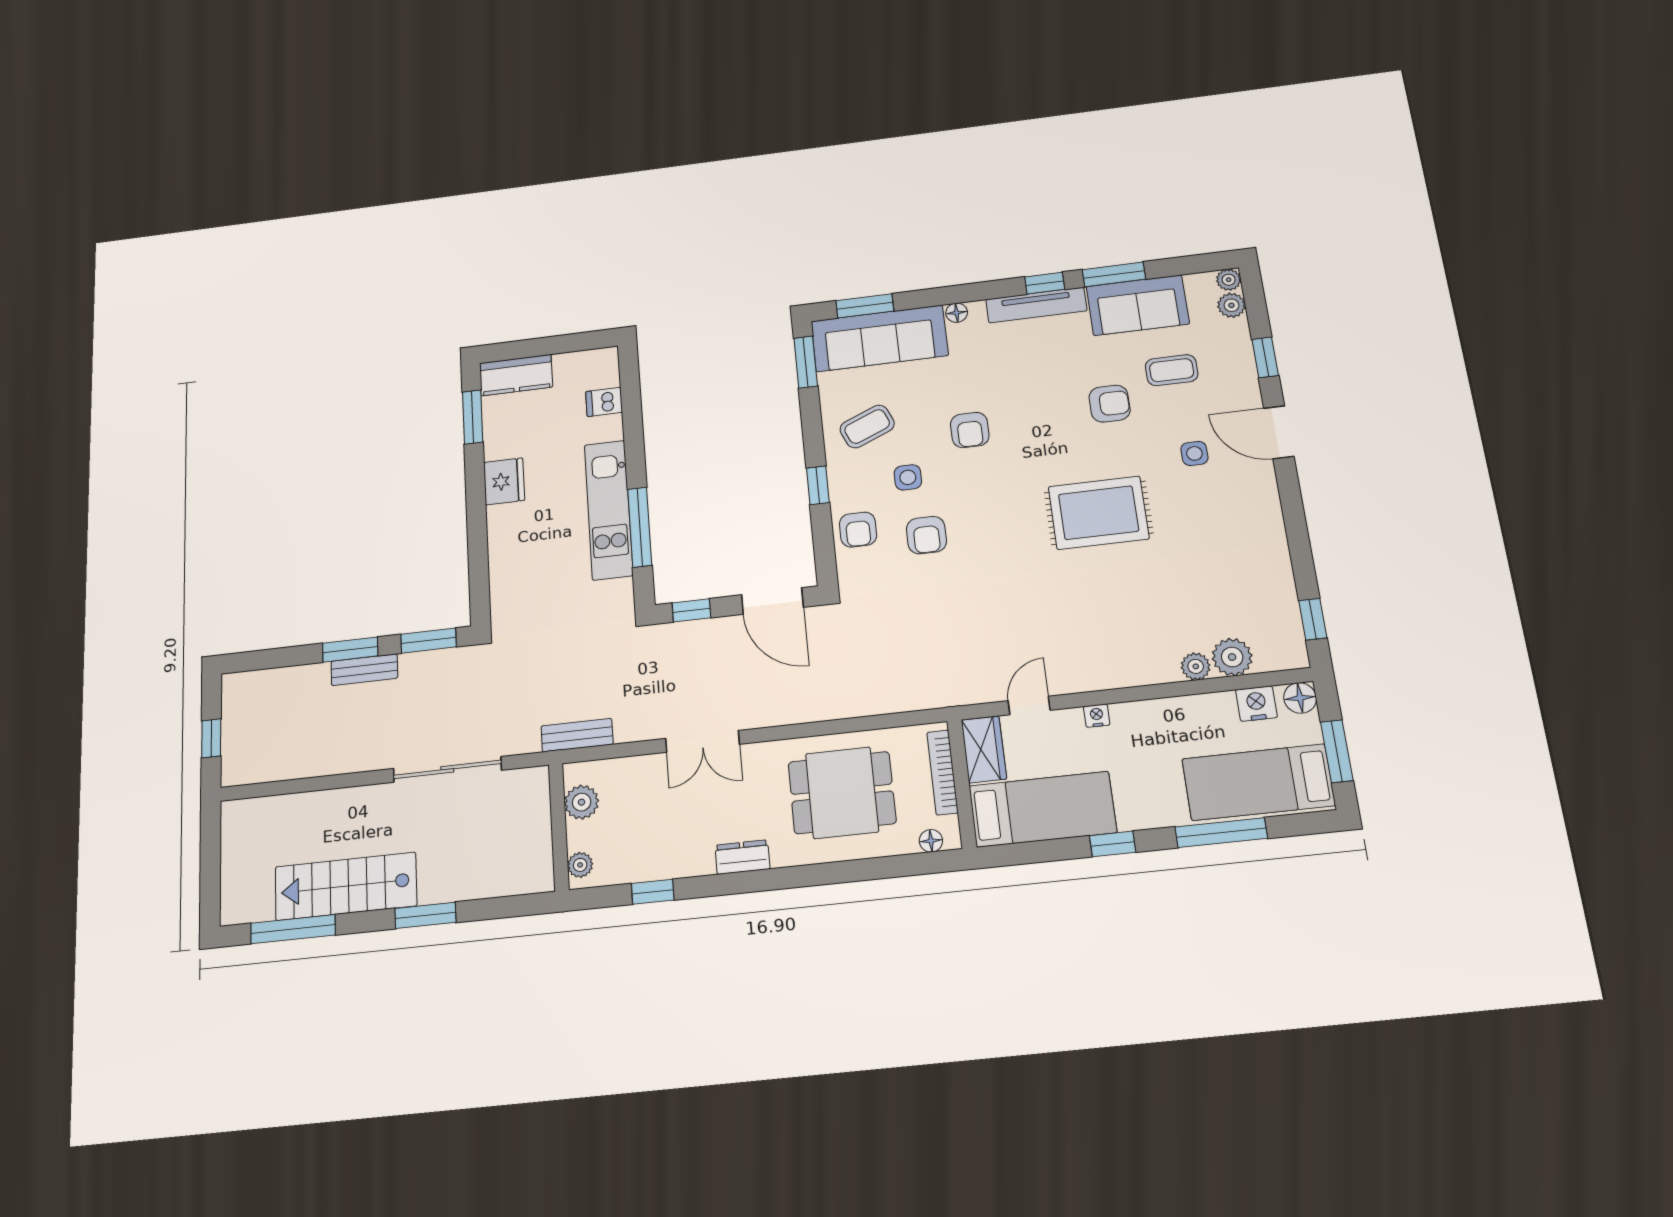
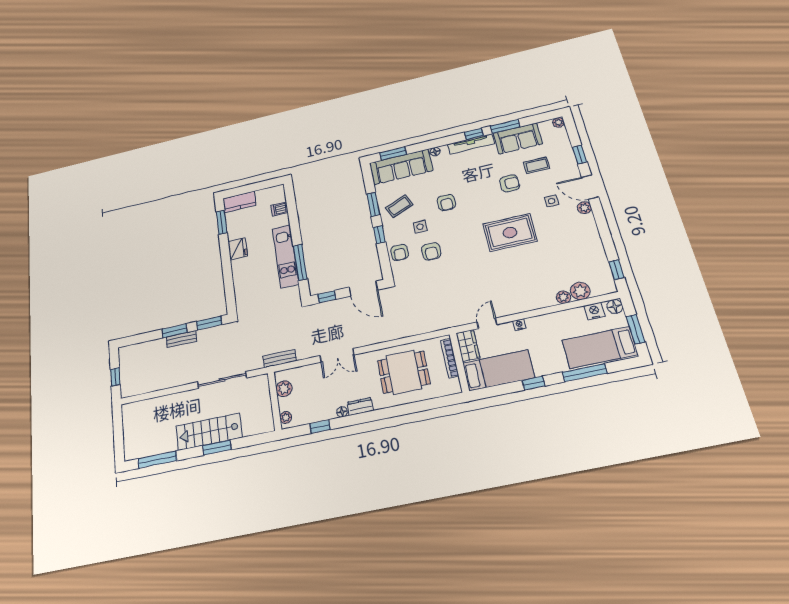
plant: (1231, 305) -> (584, 208), moved
window: (806, 362) -> (373, 204), moved
floor lamp: (931, 841) -> (342, 412), moved
stairs: (346, 886) -> (209, 432), moved

